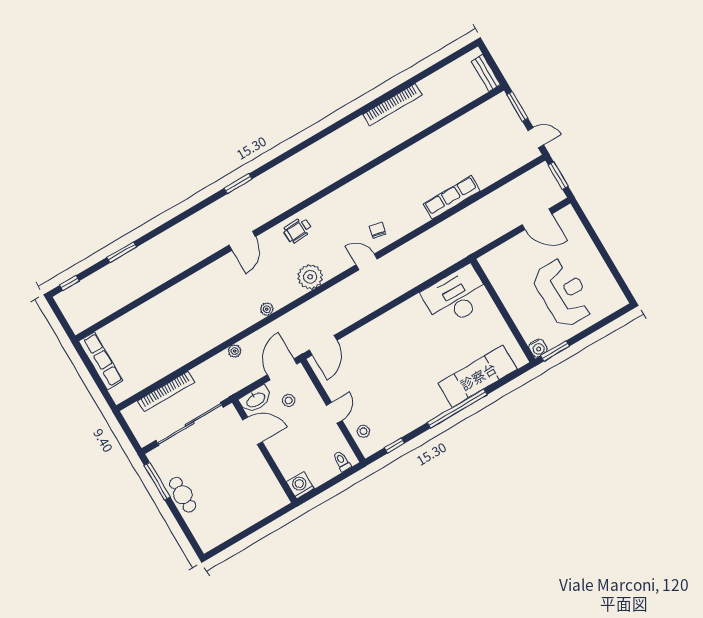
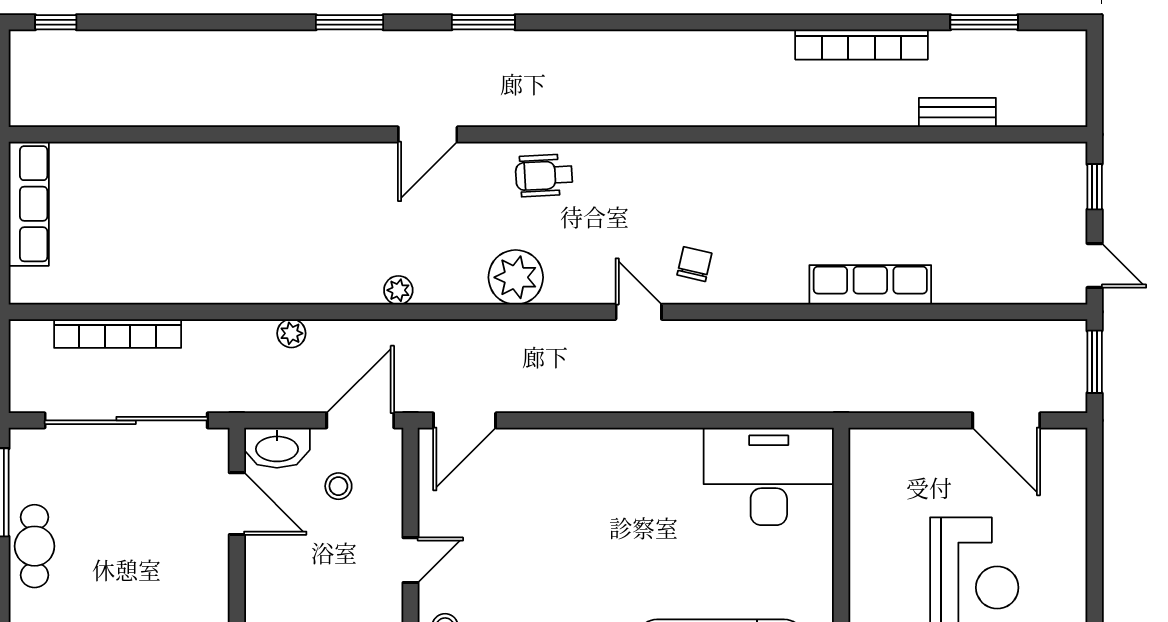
window: (436, 67) -> (984, 22), added
bench: (486, 73) -> (957, 112), moved, turned 90
window: (517, 107) -> (1095, 187), width x0.67
window: (122, 252) -> (350, 22), moved

